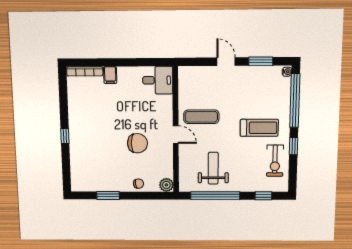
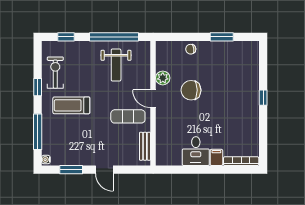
desk: (158, 80) -> (196, 151), moved, turned -90
bench: (184, 86) -> (145, 146), added
window: (295, 101) -> (38, 132), width x0.68
plant: (166, 185) -> (163, 78), moved

